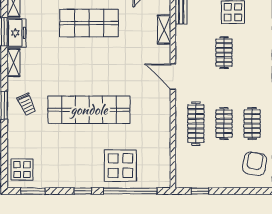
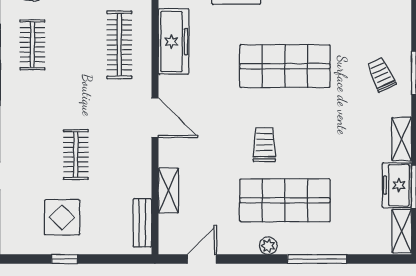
trolley: (102, 59) -> (264, 145), added
shop shelf: (89, 110) -> (285, 66), width x0.71
clothes rail: (224, 124) -> (76, 45), removed
freezer: (161, 126) -> (174, 42), added

